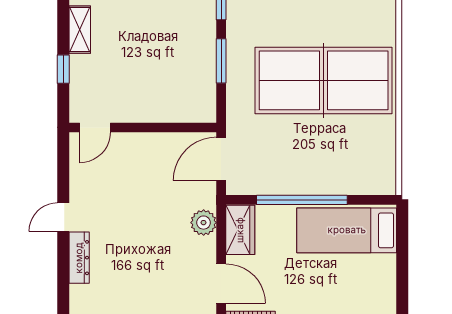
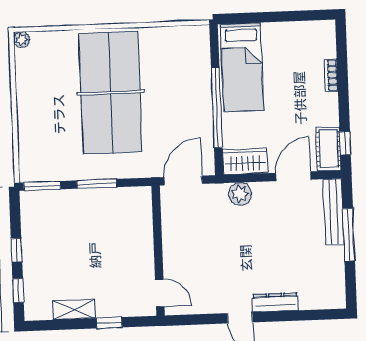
door: (221, 159) -> (183, 180), swing flipped

